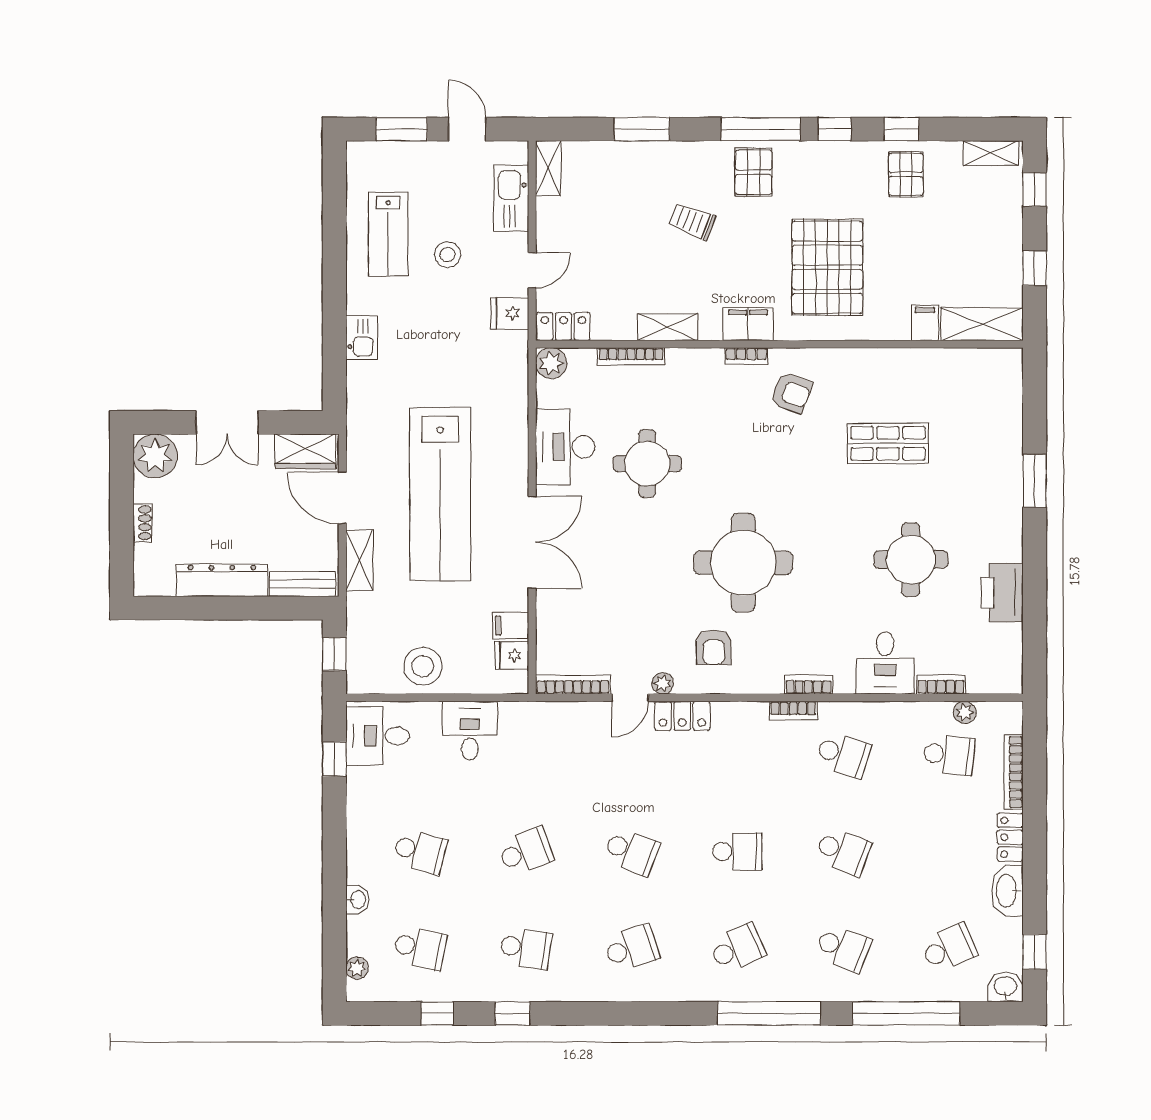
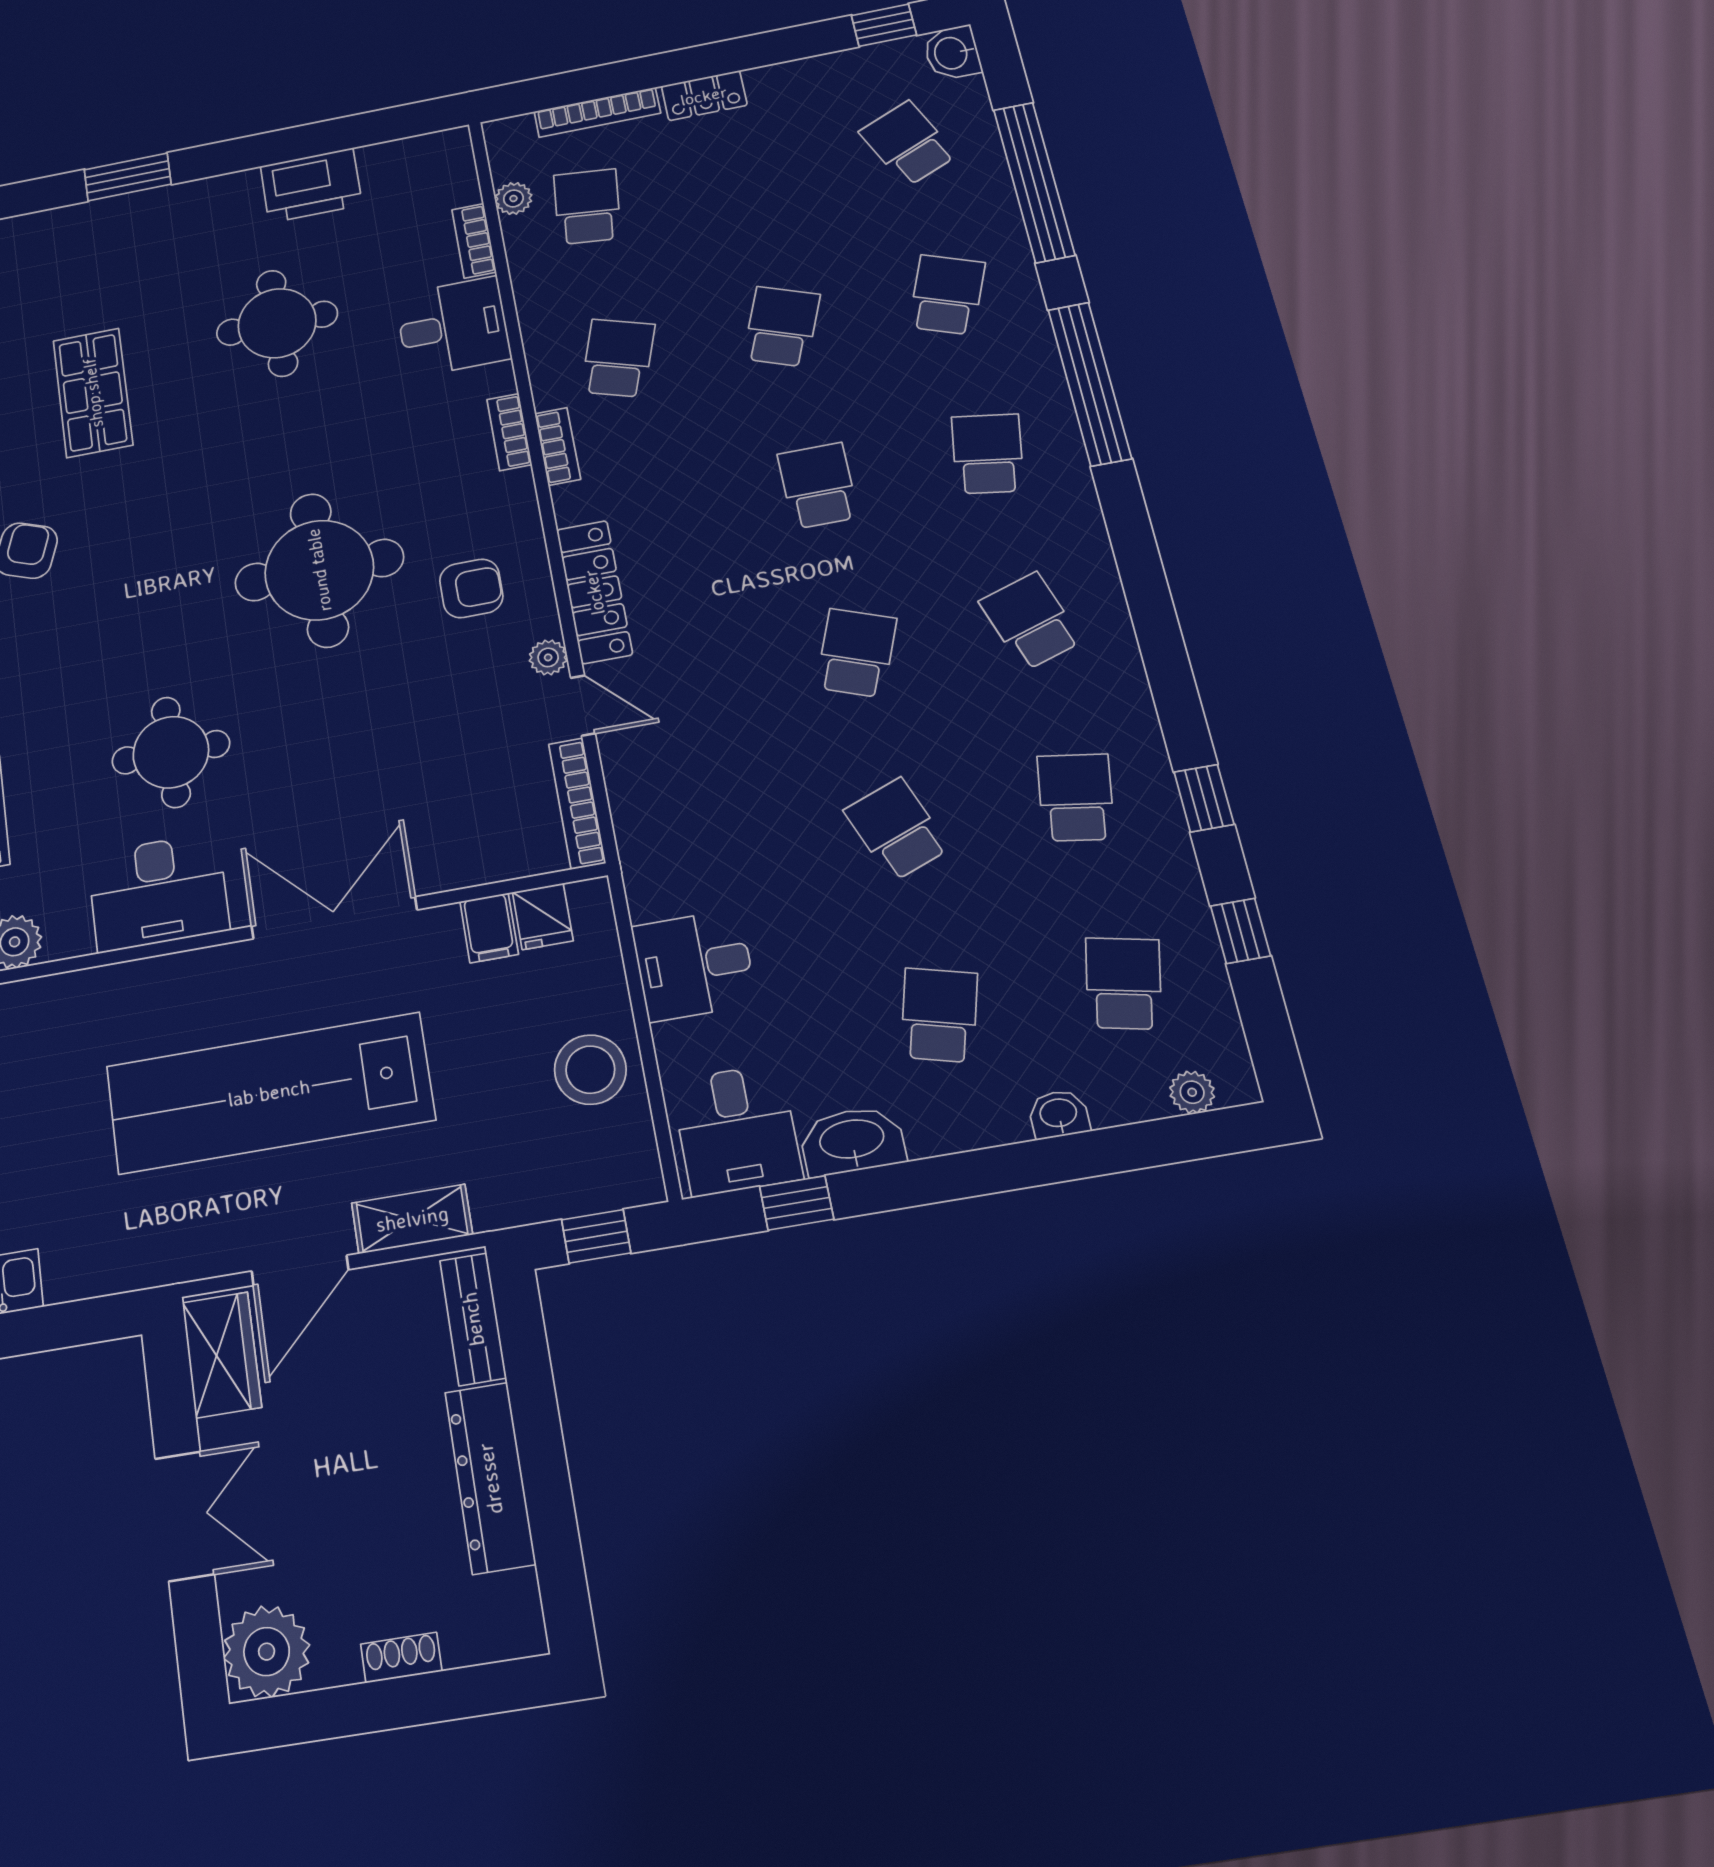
lab bench: (440, 494) -> (269, 1093), turned 180
locker: (682, 716) -> (594, 592), width x1.53
washbasin: (1007, 891) -> (852, 1141), moved, turned 180
school desk: (737, 948) -> (988, 454), turned 33

